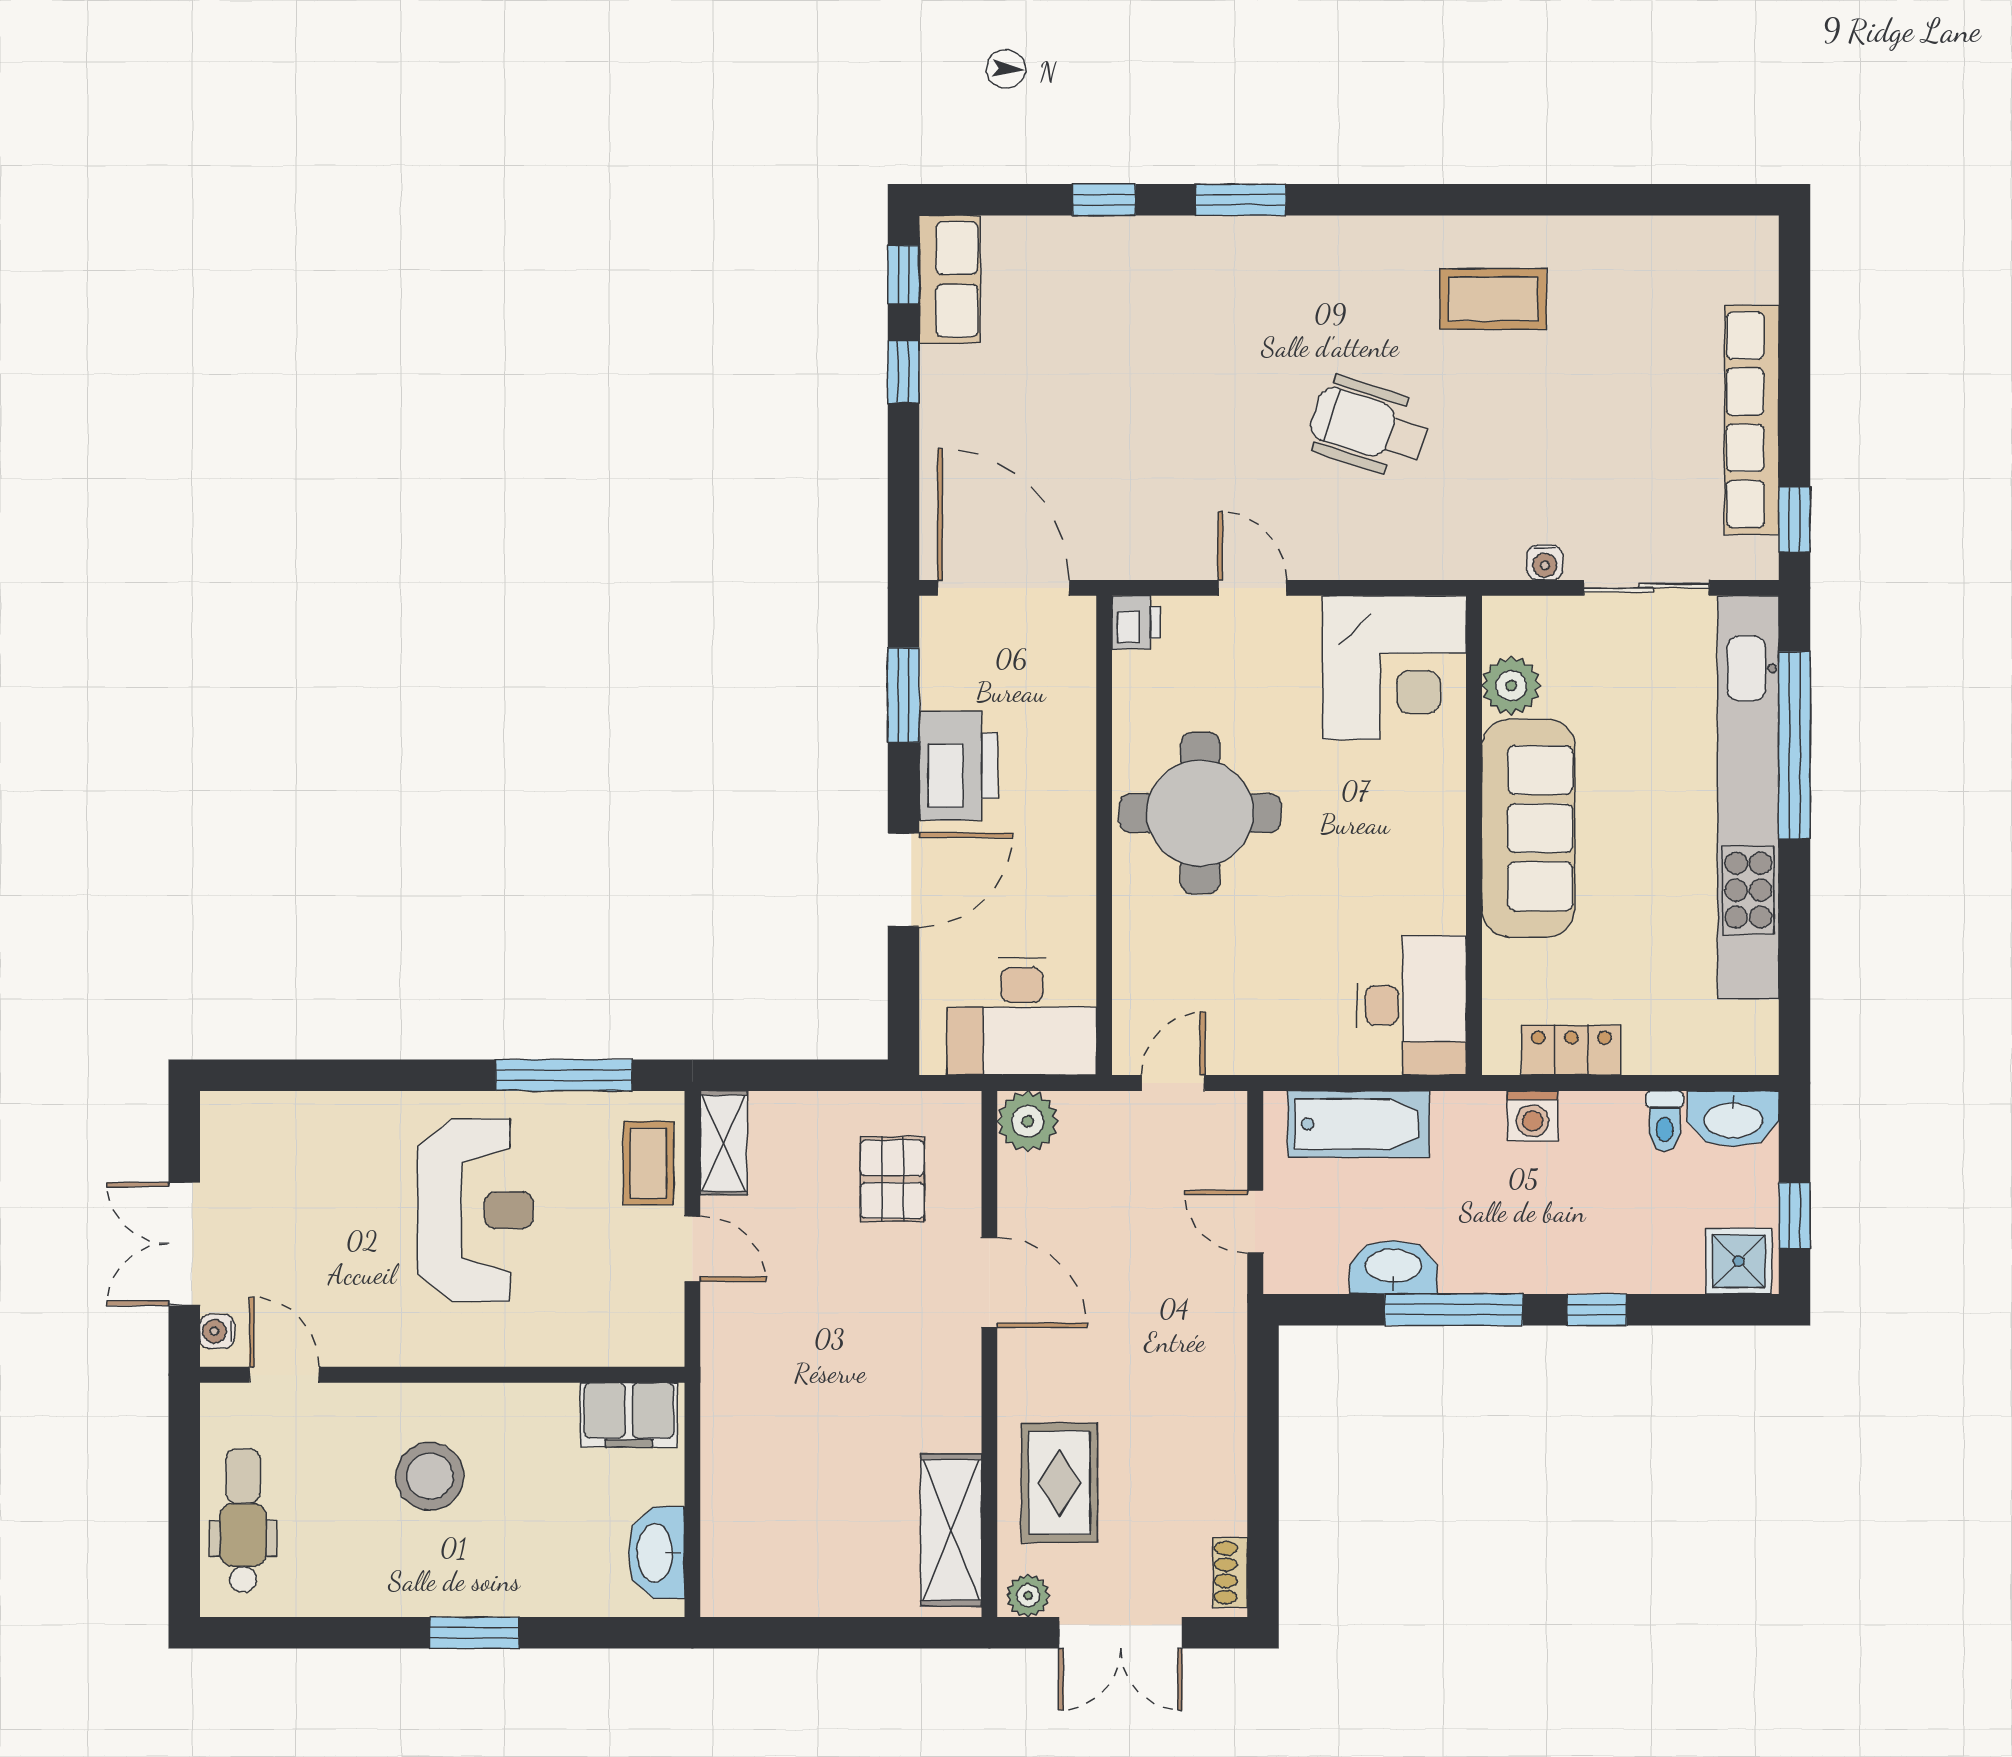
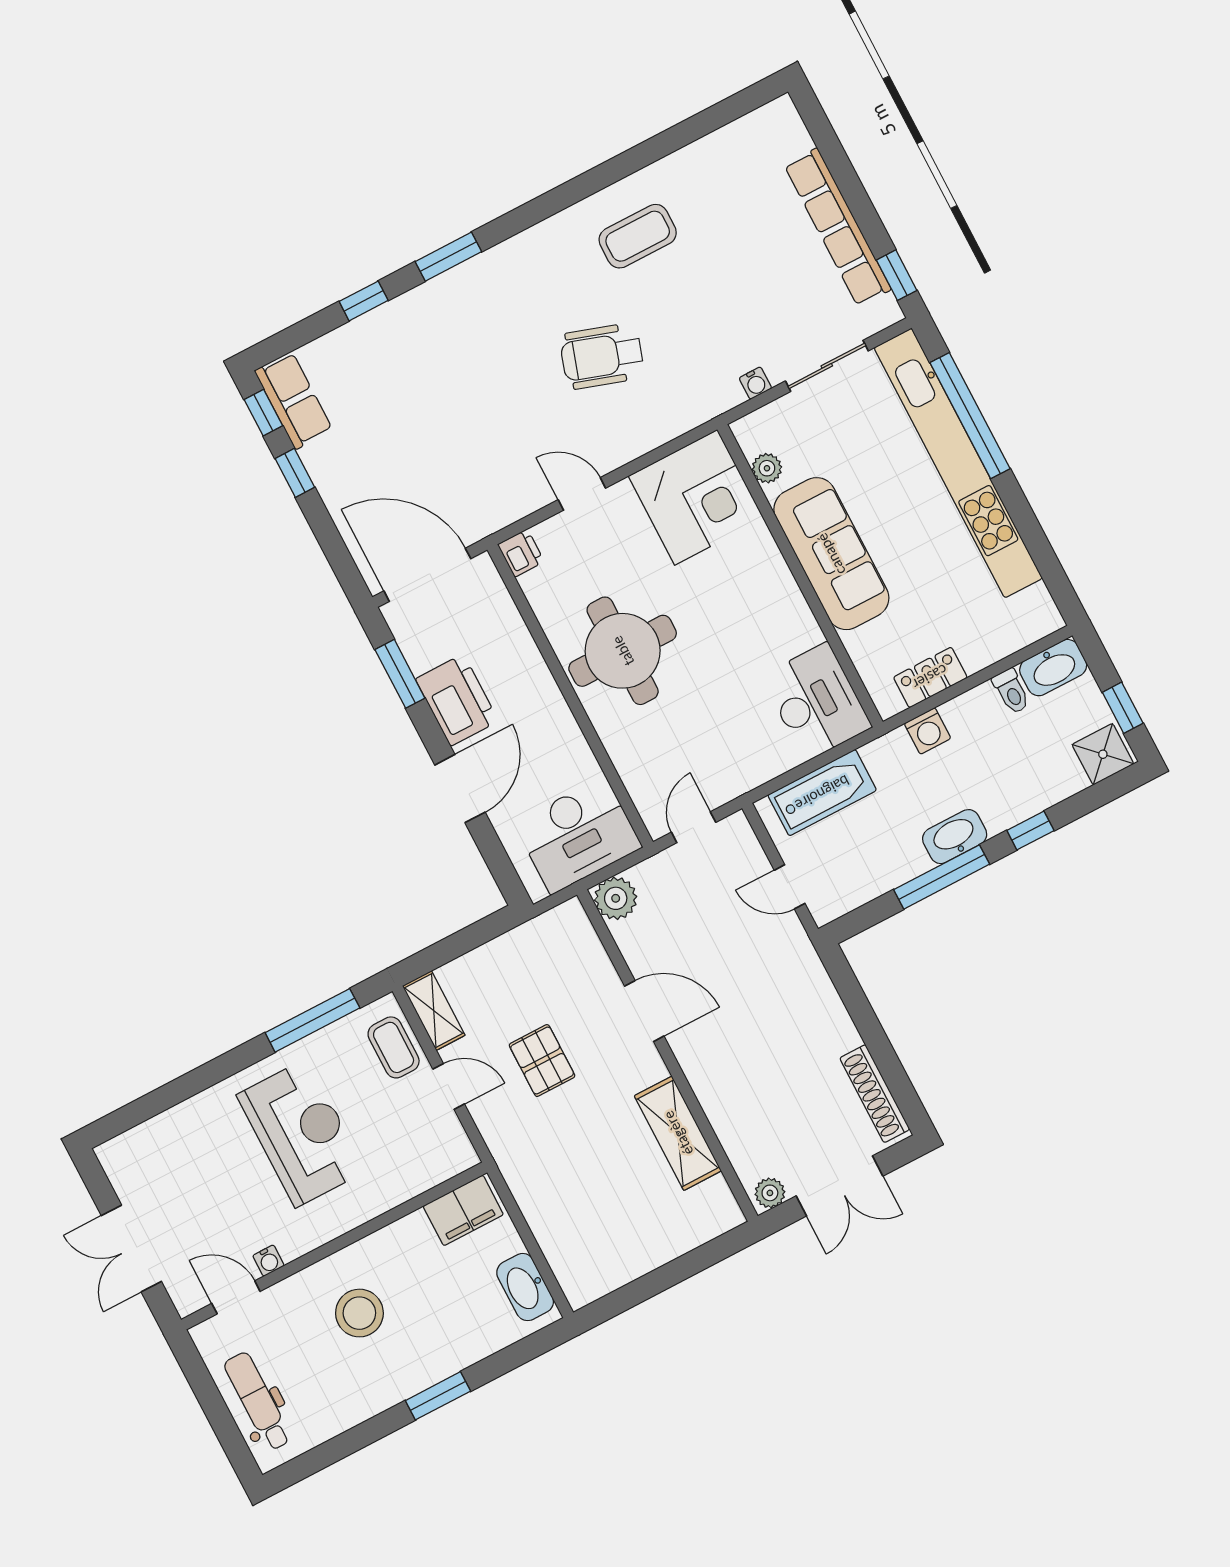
plant: (1511, 686) -> (767, 468), width x0.73, depth x0.73
pallet: (892, 1179) -> (542, 1061), moved
washbasin: (1393, 1267) -> (955, 837), moved
water cooler: (217, 1331) -> (268, 1261), moved, turned -90
rug: (1059, 1483) -> (753, 1113), removed
shelving: (951, 1530) -> (678, 1133), moved
shoe rack: (1230, 1573) -> (875, 1094), width x1.94, depth x1.24

